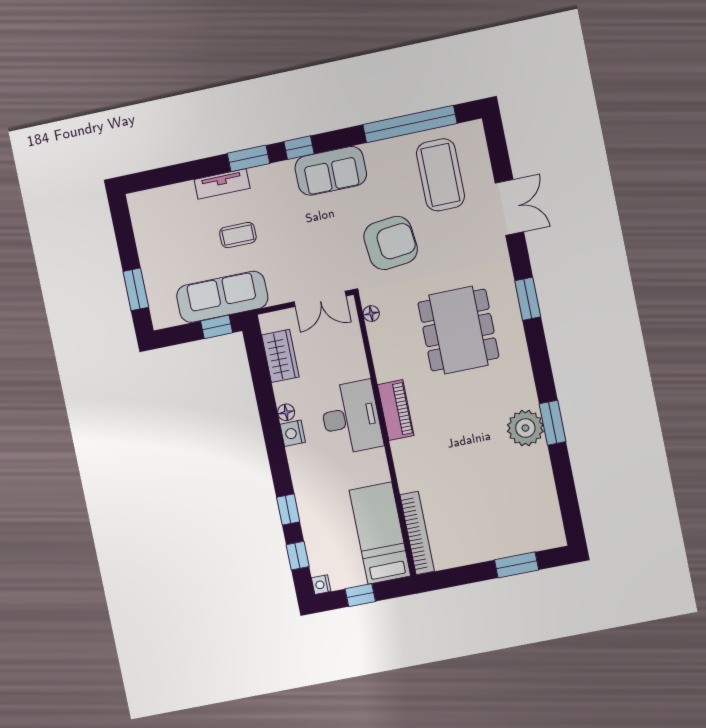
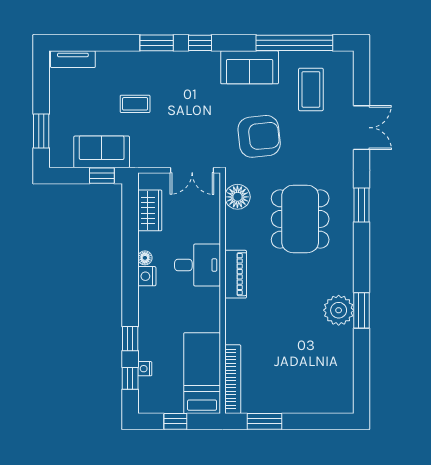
sofa: (331, 171) -> (250, 67), moved
coffee table: (440, 175) -> (311, 89), width x0.73, depth x0.76
tv unit: (222, 184) -> (73, 59), moved
sofa: (222, 297) -> (102, 152), width x0.73
floor lamp: (371, 314) -> (237, 197), width x1.89, depth x1.89
desk: (351, 417) -> (198, 265), width x0.73
window: (517, 565) -> (264, 421), moved
nightstand: (321, 585) -> (145, 369), moved

